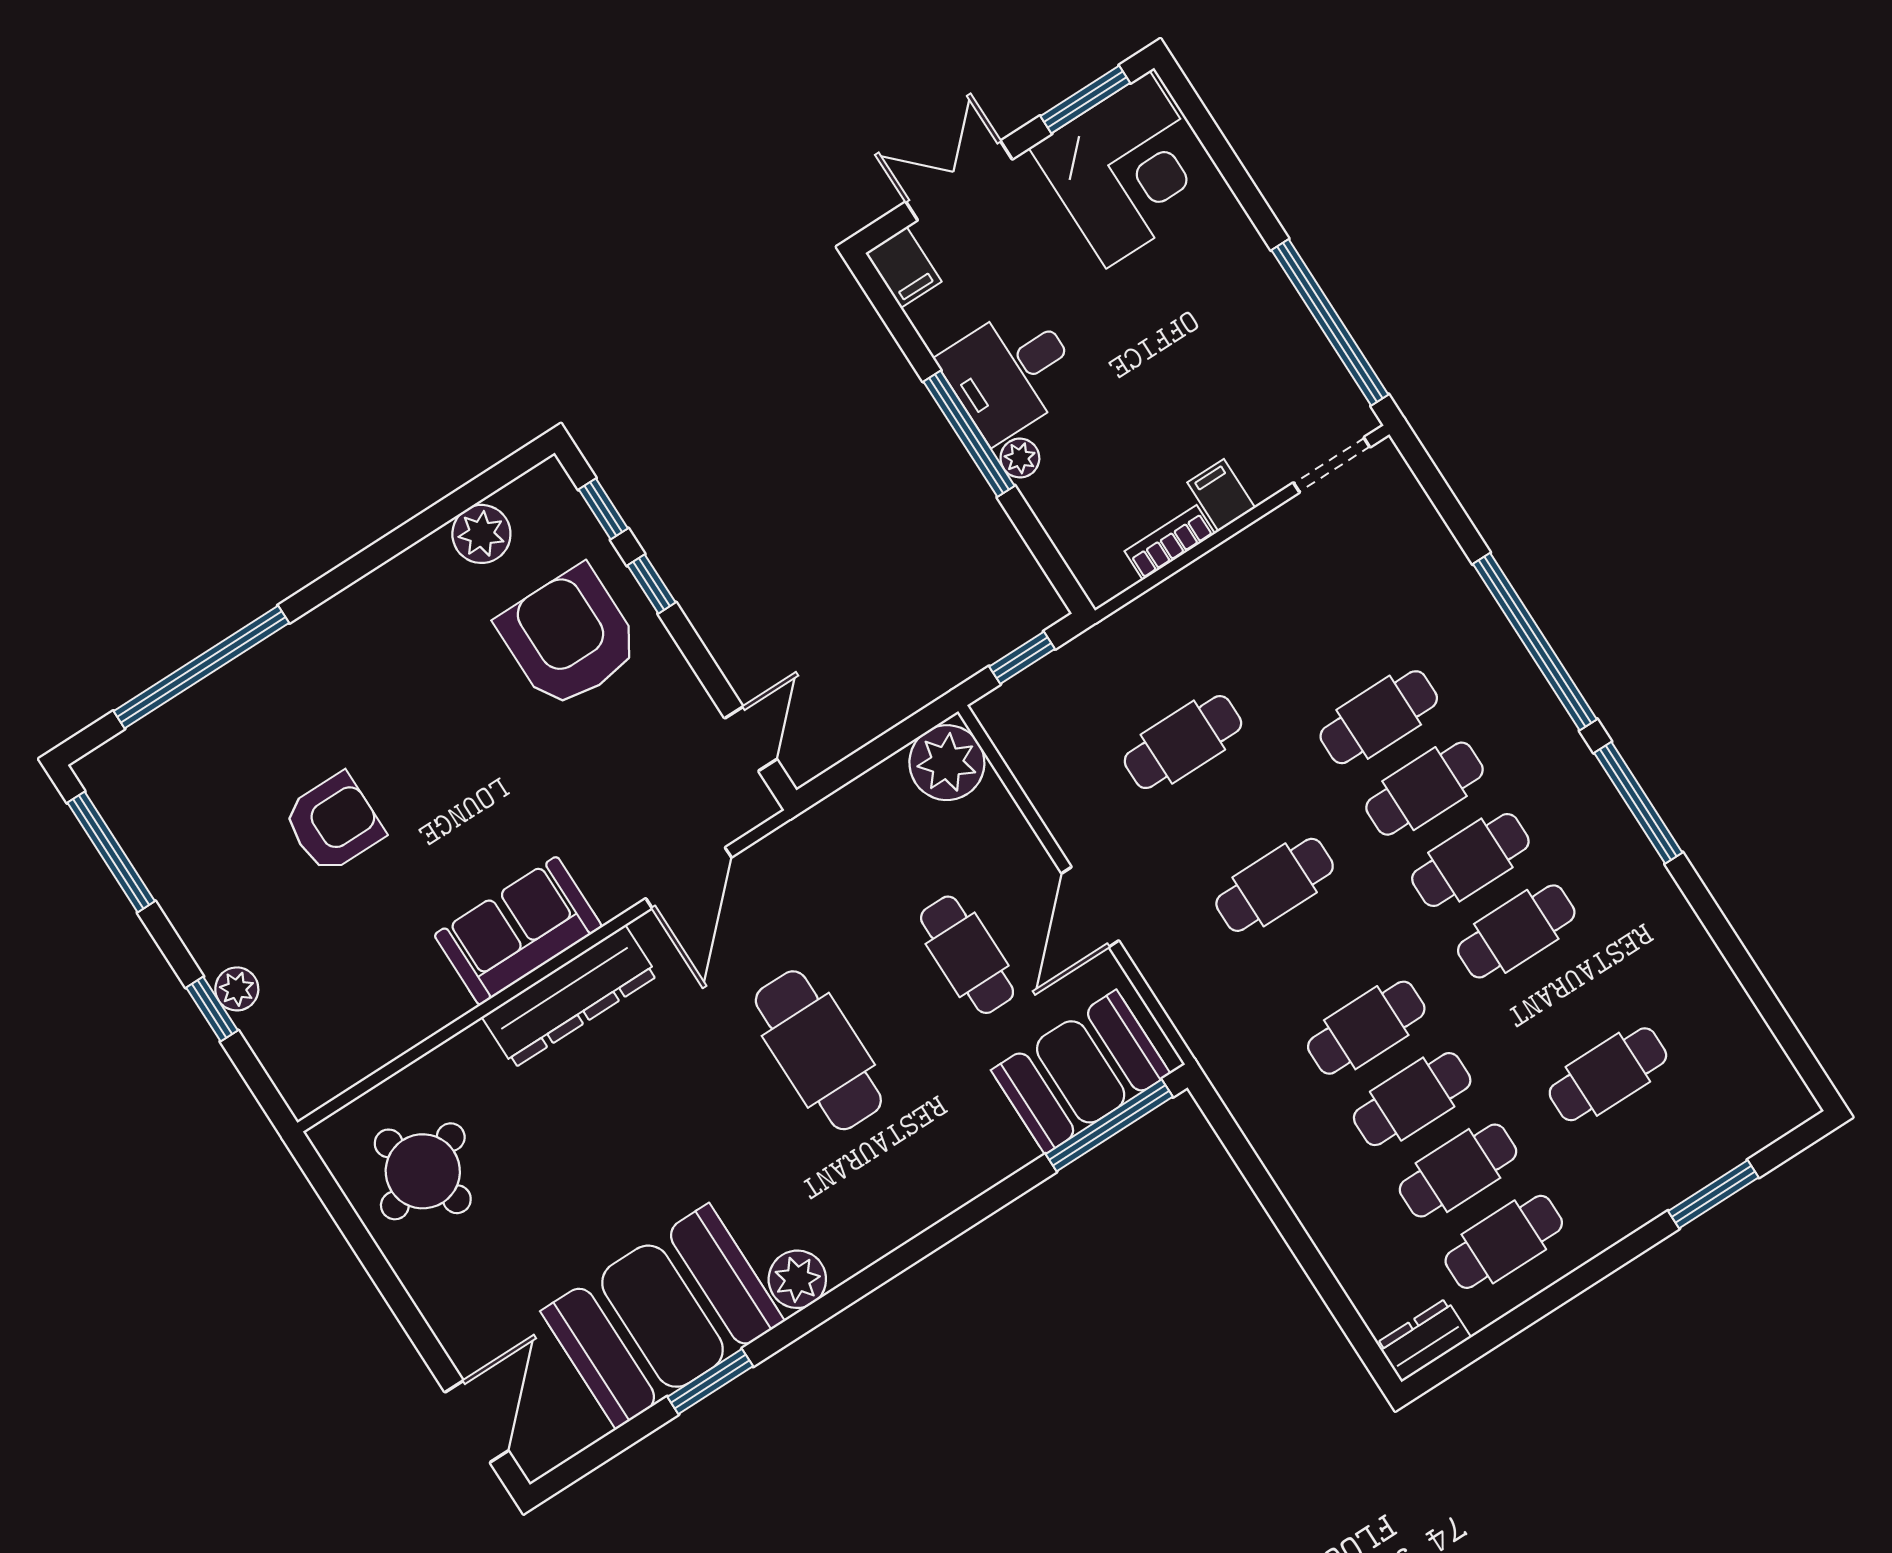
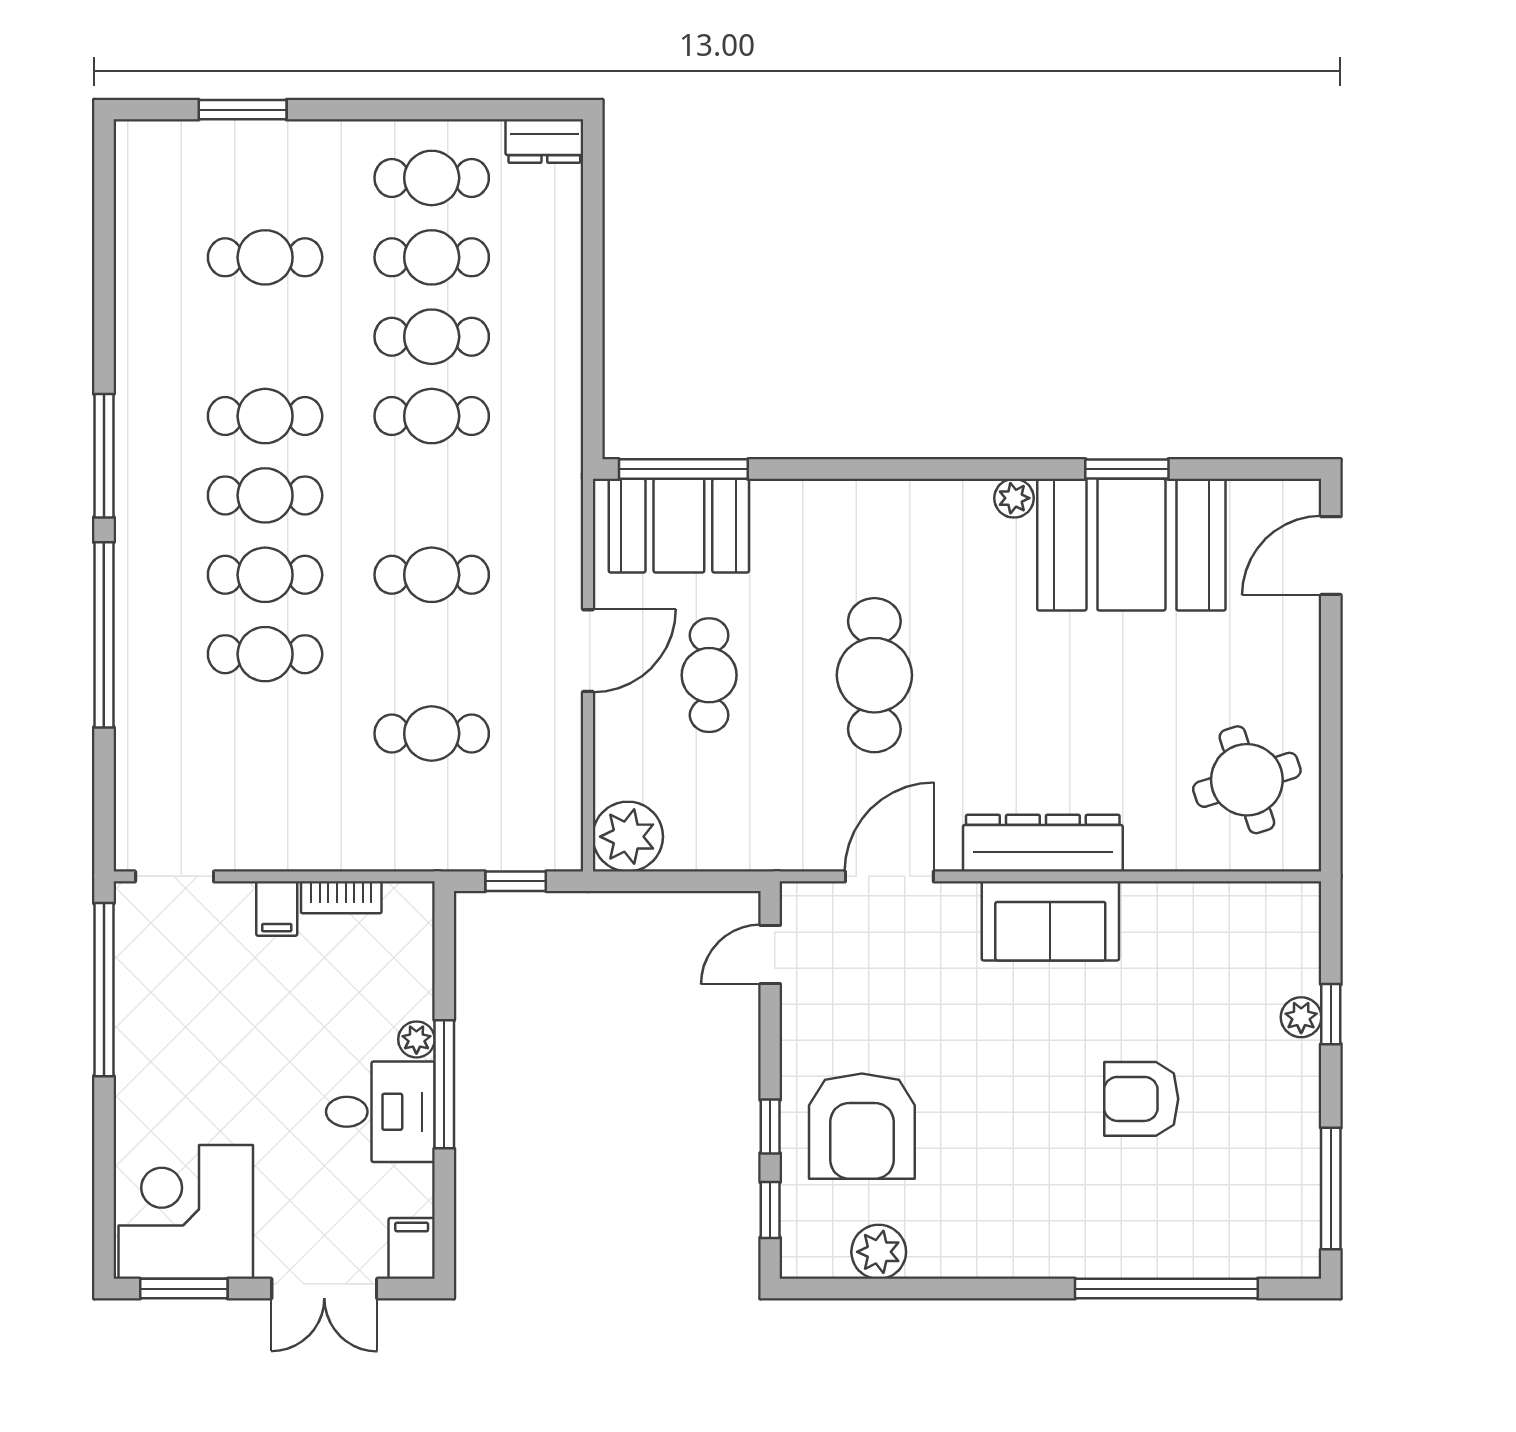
plant: (797, 1279) -> (1014, 498), width x0.73, depth x0.73

